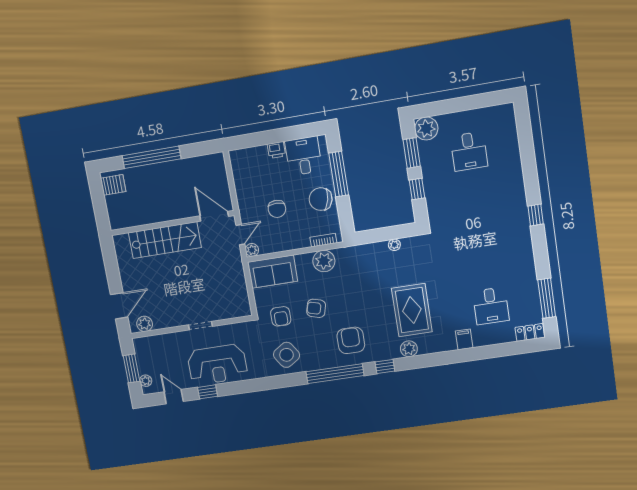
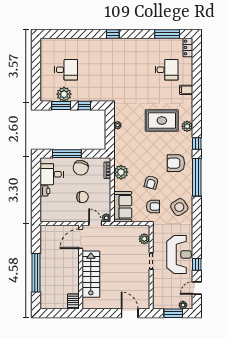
plant: (426, 129) -> (64, 94), moved
server rack: (113, 185) -> (73, 302), moved
plant: (145, 324) -> (144, 239), moved

